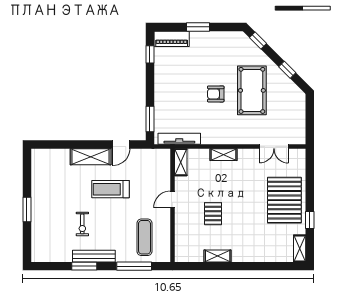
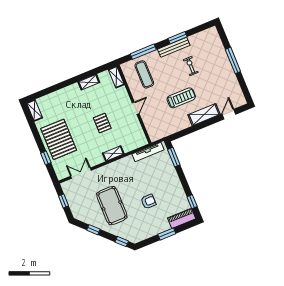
armchair: (216, 94) -> (148, 201), moved
window: (310, 121) -> (63, 201), added
door: (121, 144) -> (229, 114), moved
shelving: (181, 162) -> (116, 77), moved
window: (27, 209) -> (233, 60), width x1.44
pallet: (213, 214) -> (102, 123), moved
window: (310, 220) -> (46, 158), moved

